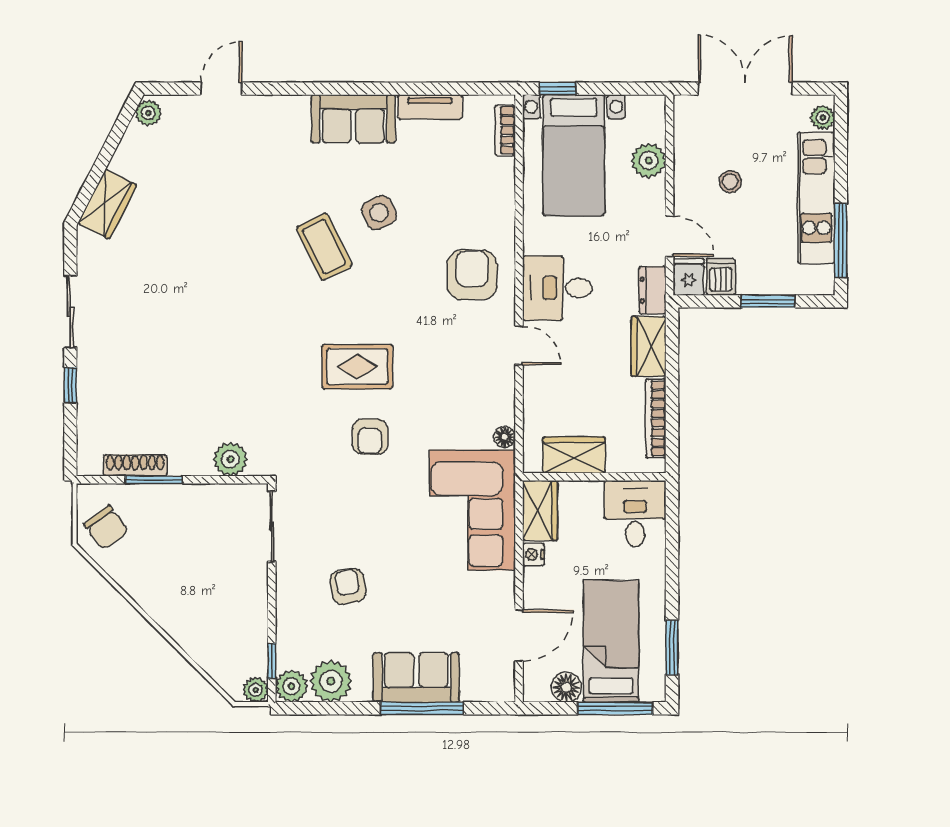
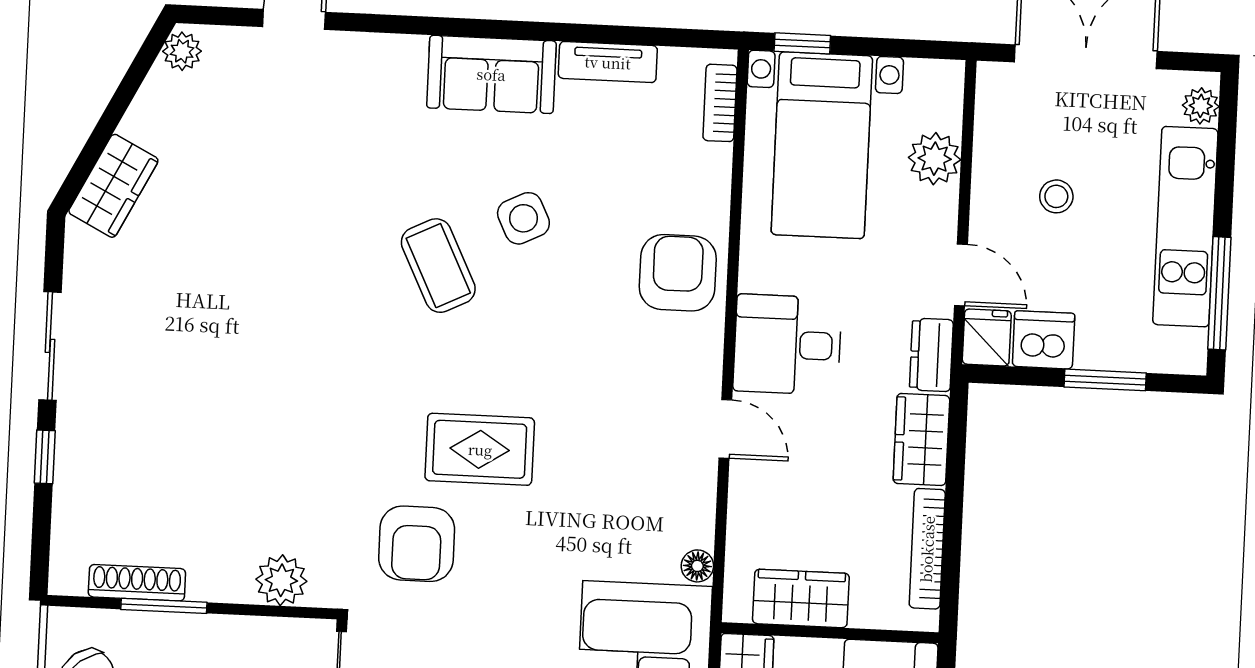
armchair: (472, 275) -> (678, 273), moved
dishwasher: (721, 277) -> (1044, 340), width x1.38
armchair: (370, 437) -> (417, 544), moved, width x1.38, depth x1.38

